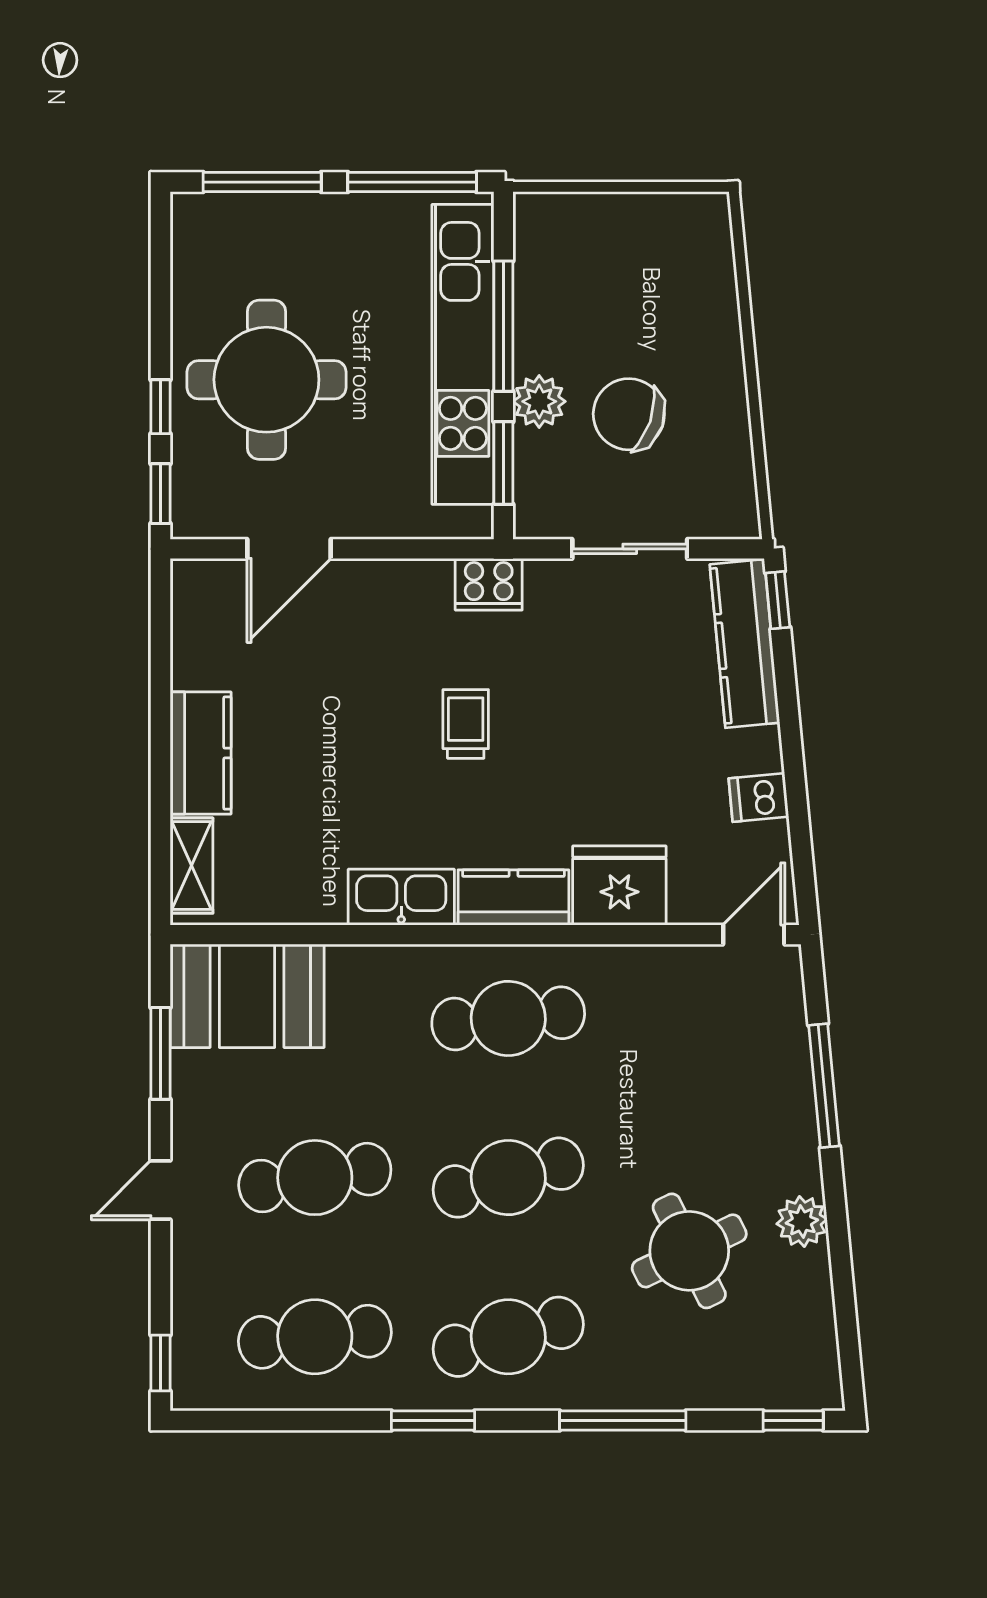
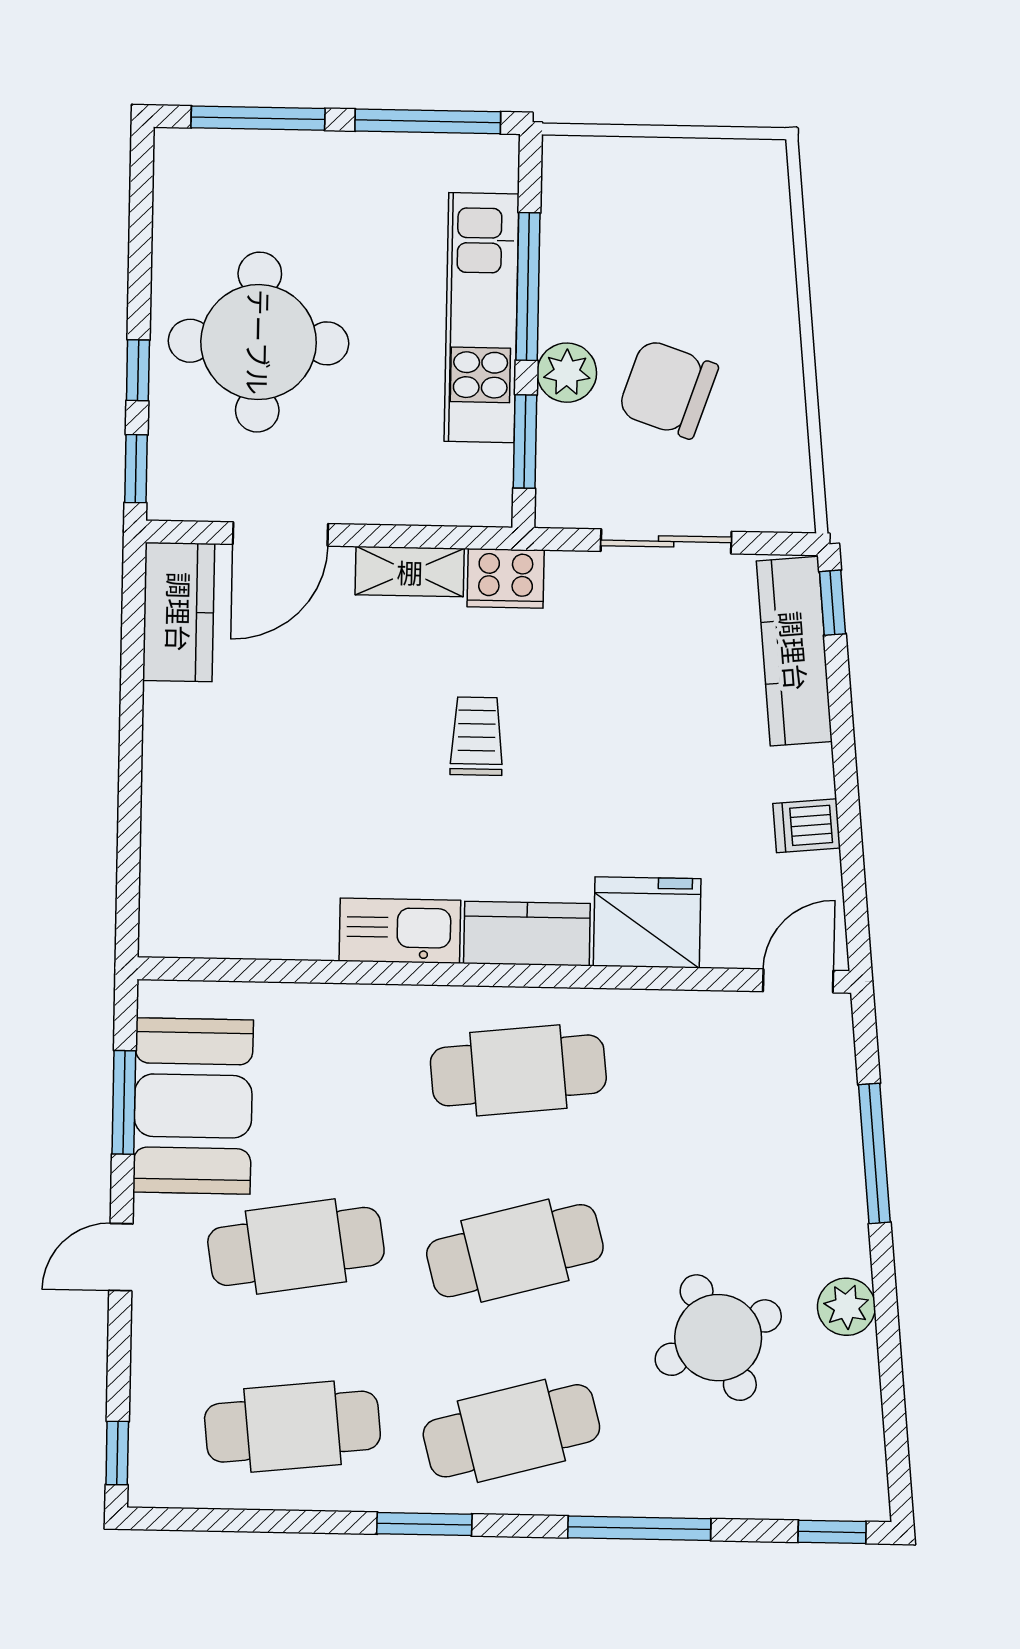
kitchen unit: (463, 354) -> (482, 318), width x0.73
kitchen counter: (201, 753) -> (179, 612), moved
shelving: (191, 866) -> (410, 572), moved, turned 90
booth: (247, 996) -> (193, 1106), moved, turned 90

